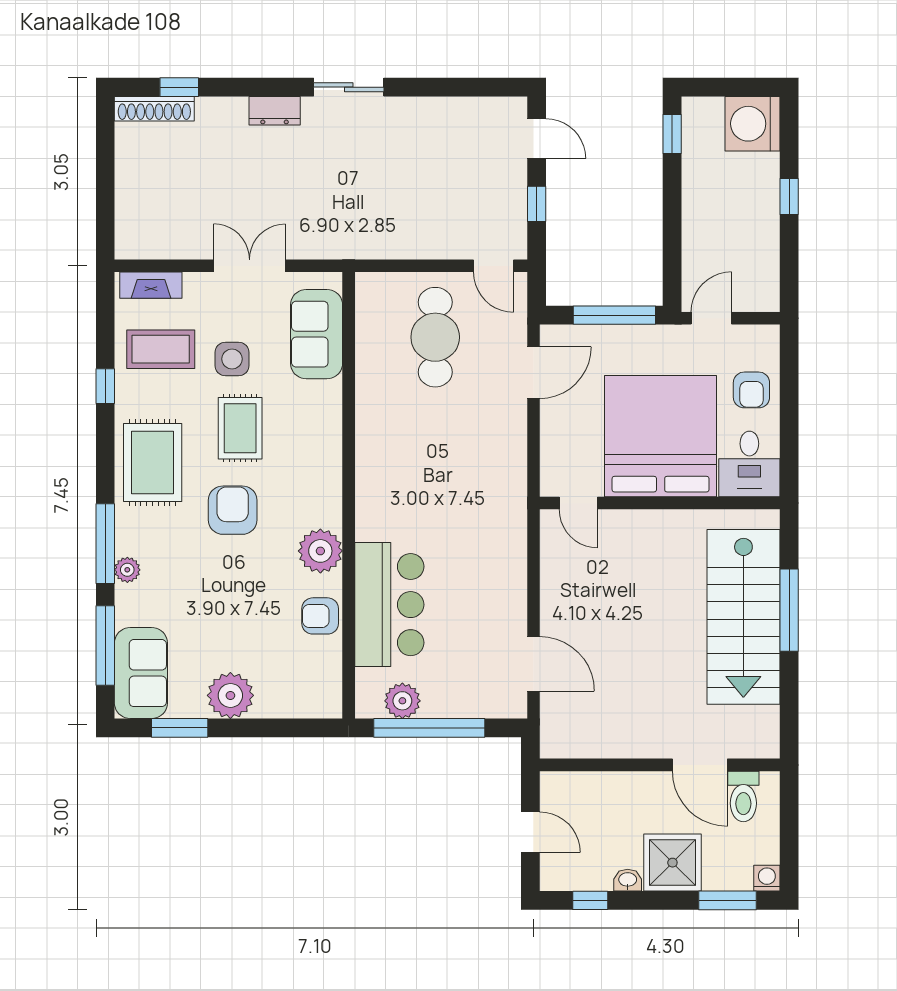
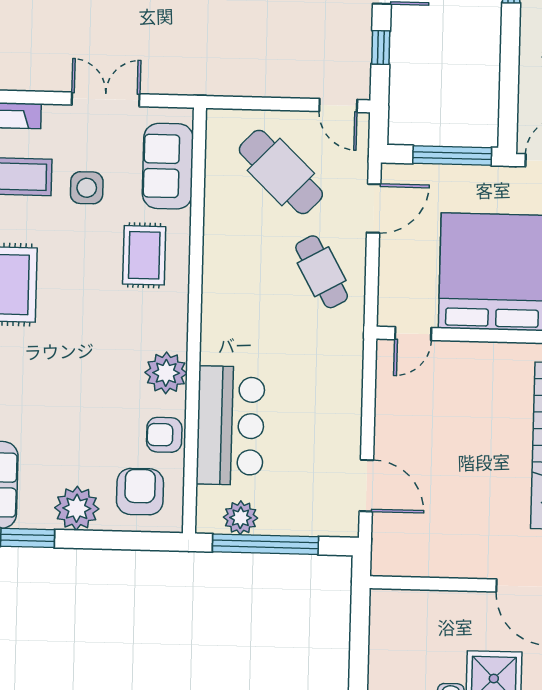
cafe table: (435, 337) -> (281, 172), turned -46
rug: (240, 428) -> (144, 255), moved
cafe table: (481, 441) -> (322, 272), added
door: (578, 503) -> (413, 334), hinge flipped
armchair: (233, 510) -> (140, 492), moved
door: (530, 832) -> (359, 646), removed

